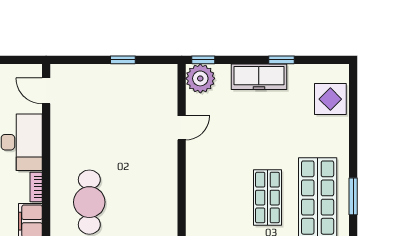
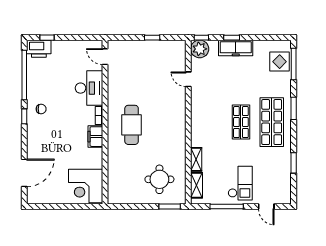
window: (281, 60) -> (232, 38), moved
window: (353, 103) -> (294, 64), added
door: (182, 128) -> (188, 79), swing flipped
window: (353, 196) -> (294, 108), moved

